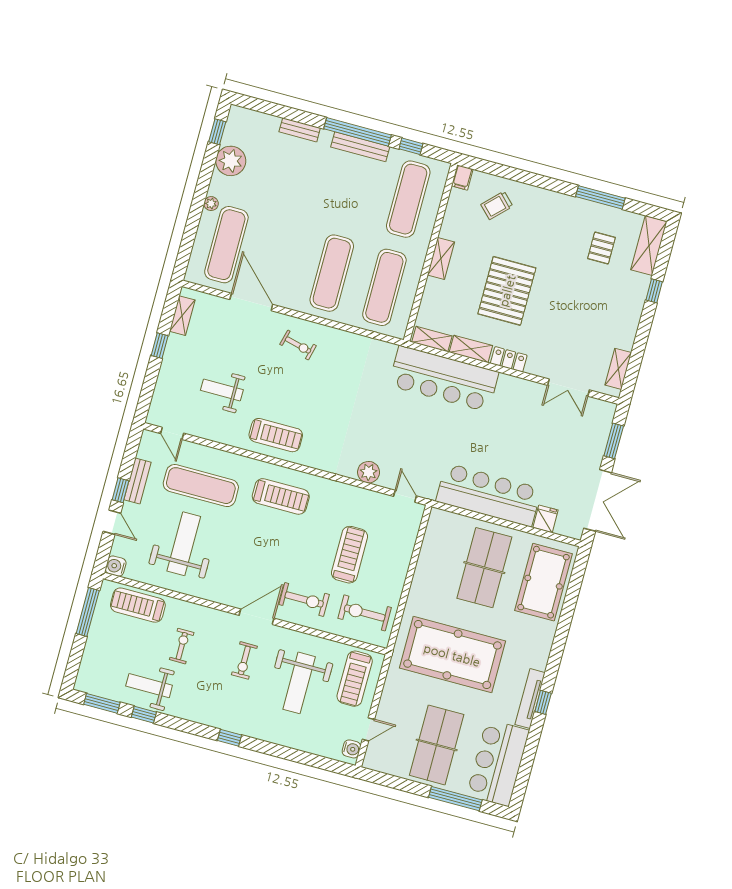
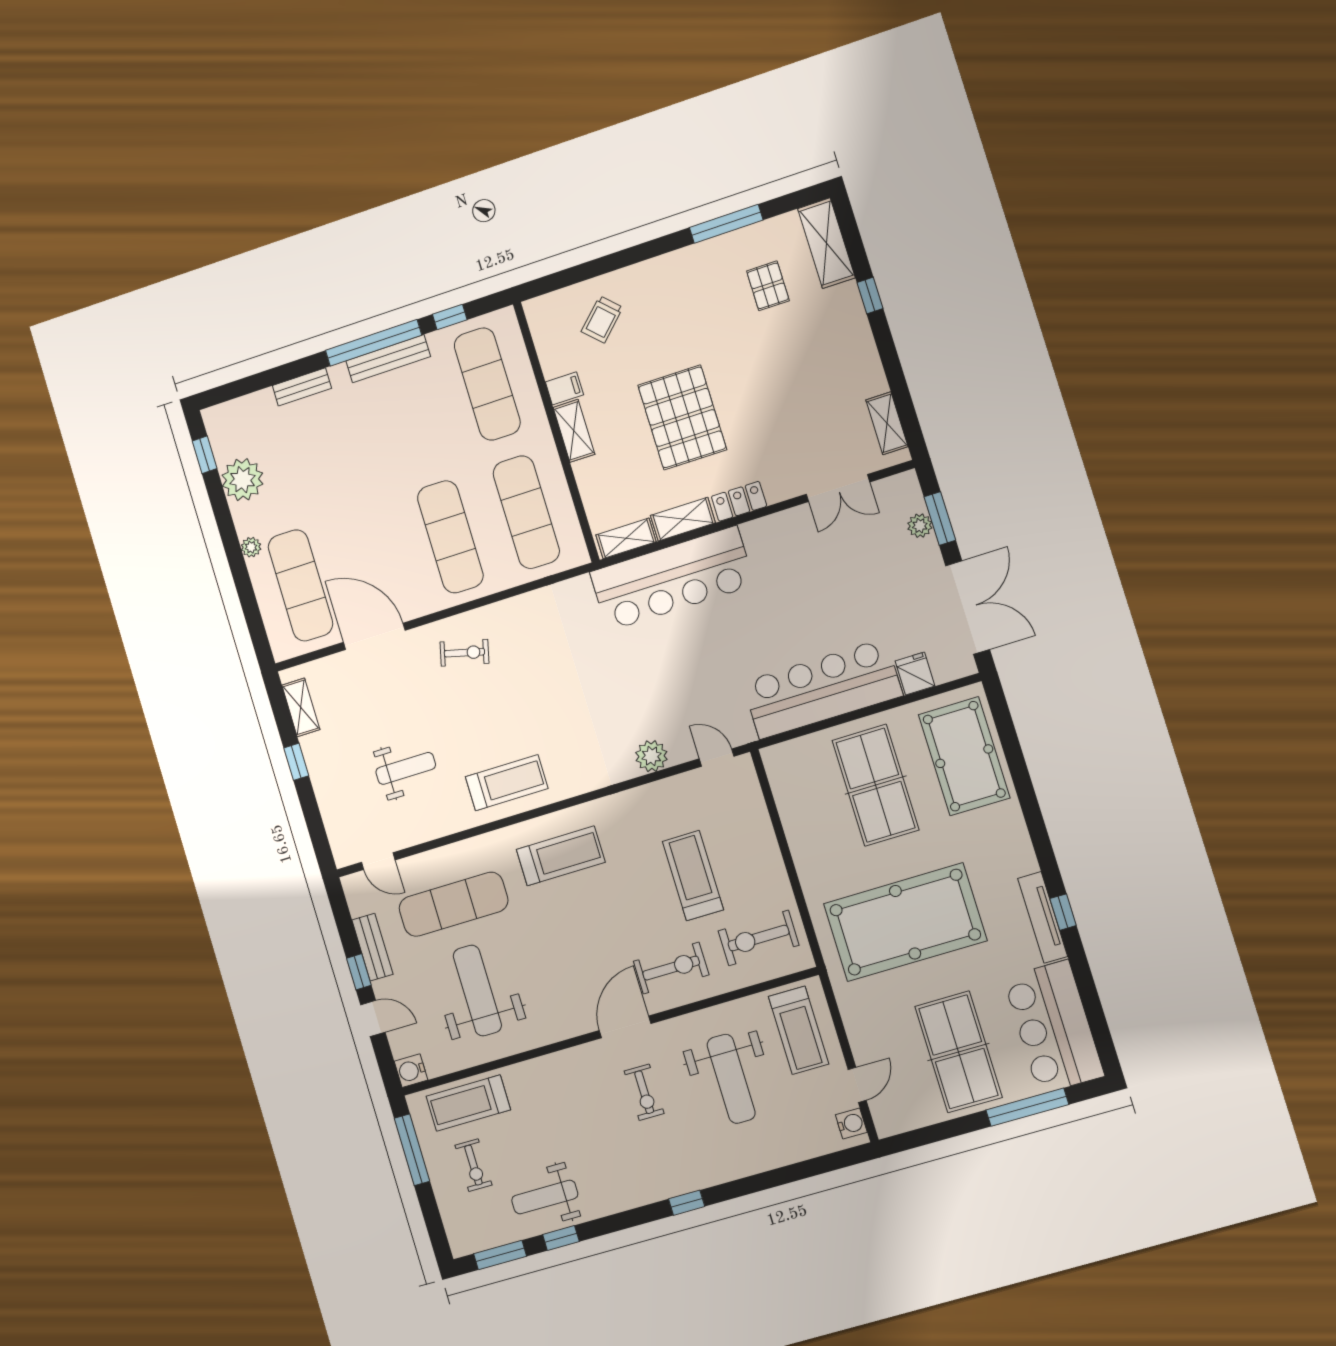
filing cabinet: (462, 177) -> (564, 388), moved, turned -90
weight bench: (222, 390) -> (406, 768), turned 180
plant: (600, 438) -> (920, 526), added
exercise bike: (182, 646) -> (473, 1165), moved, turned 180

